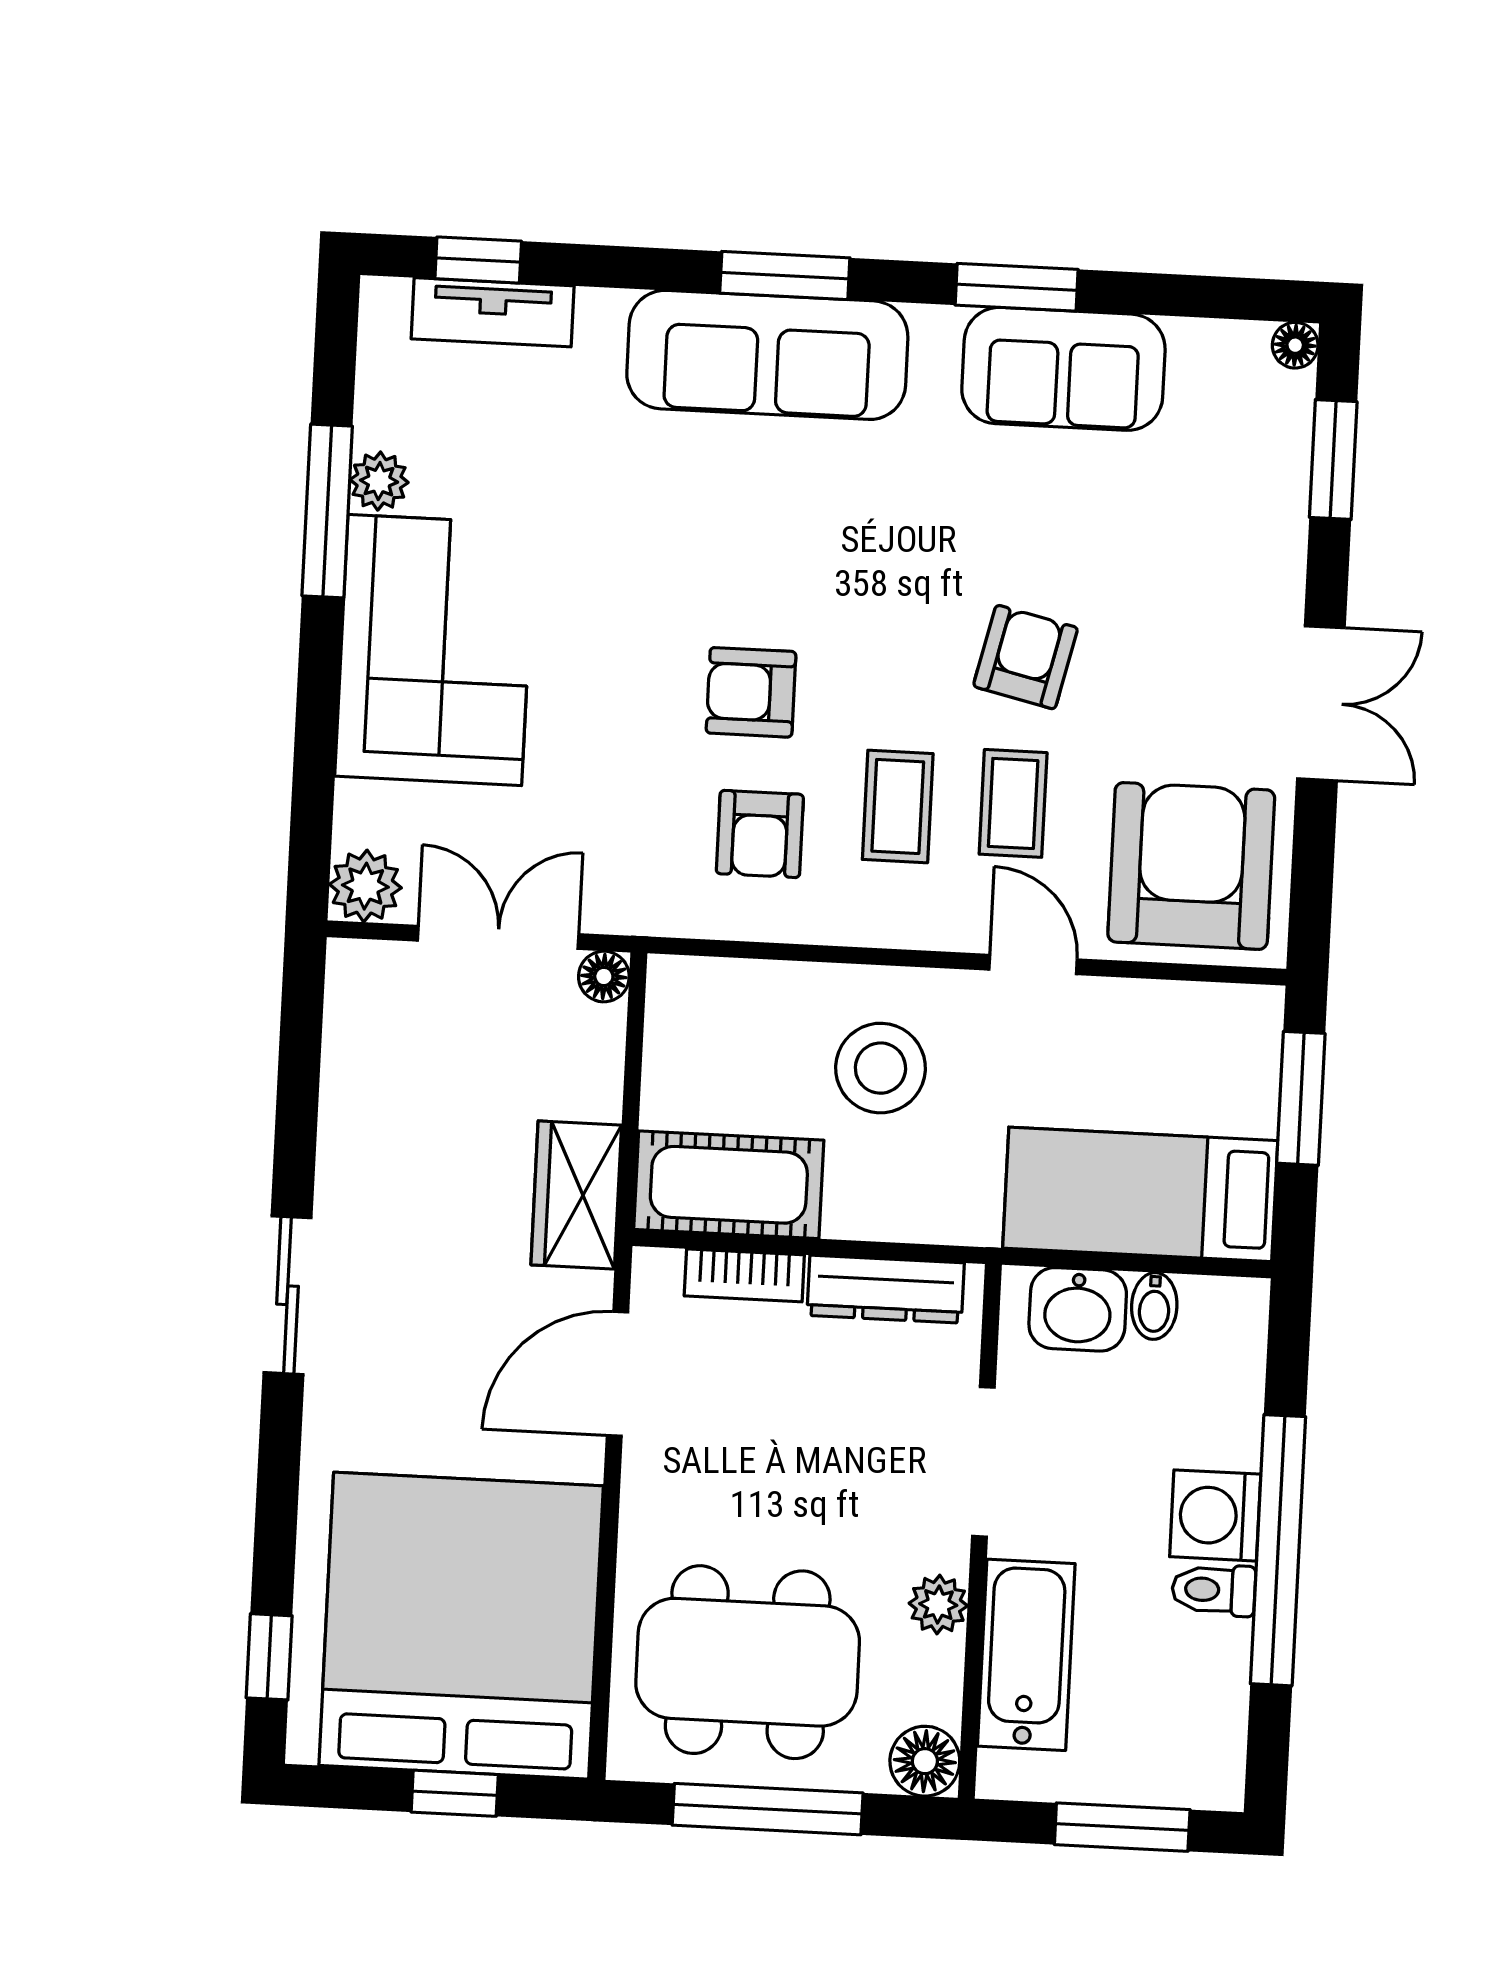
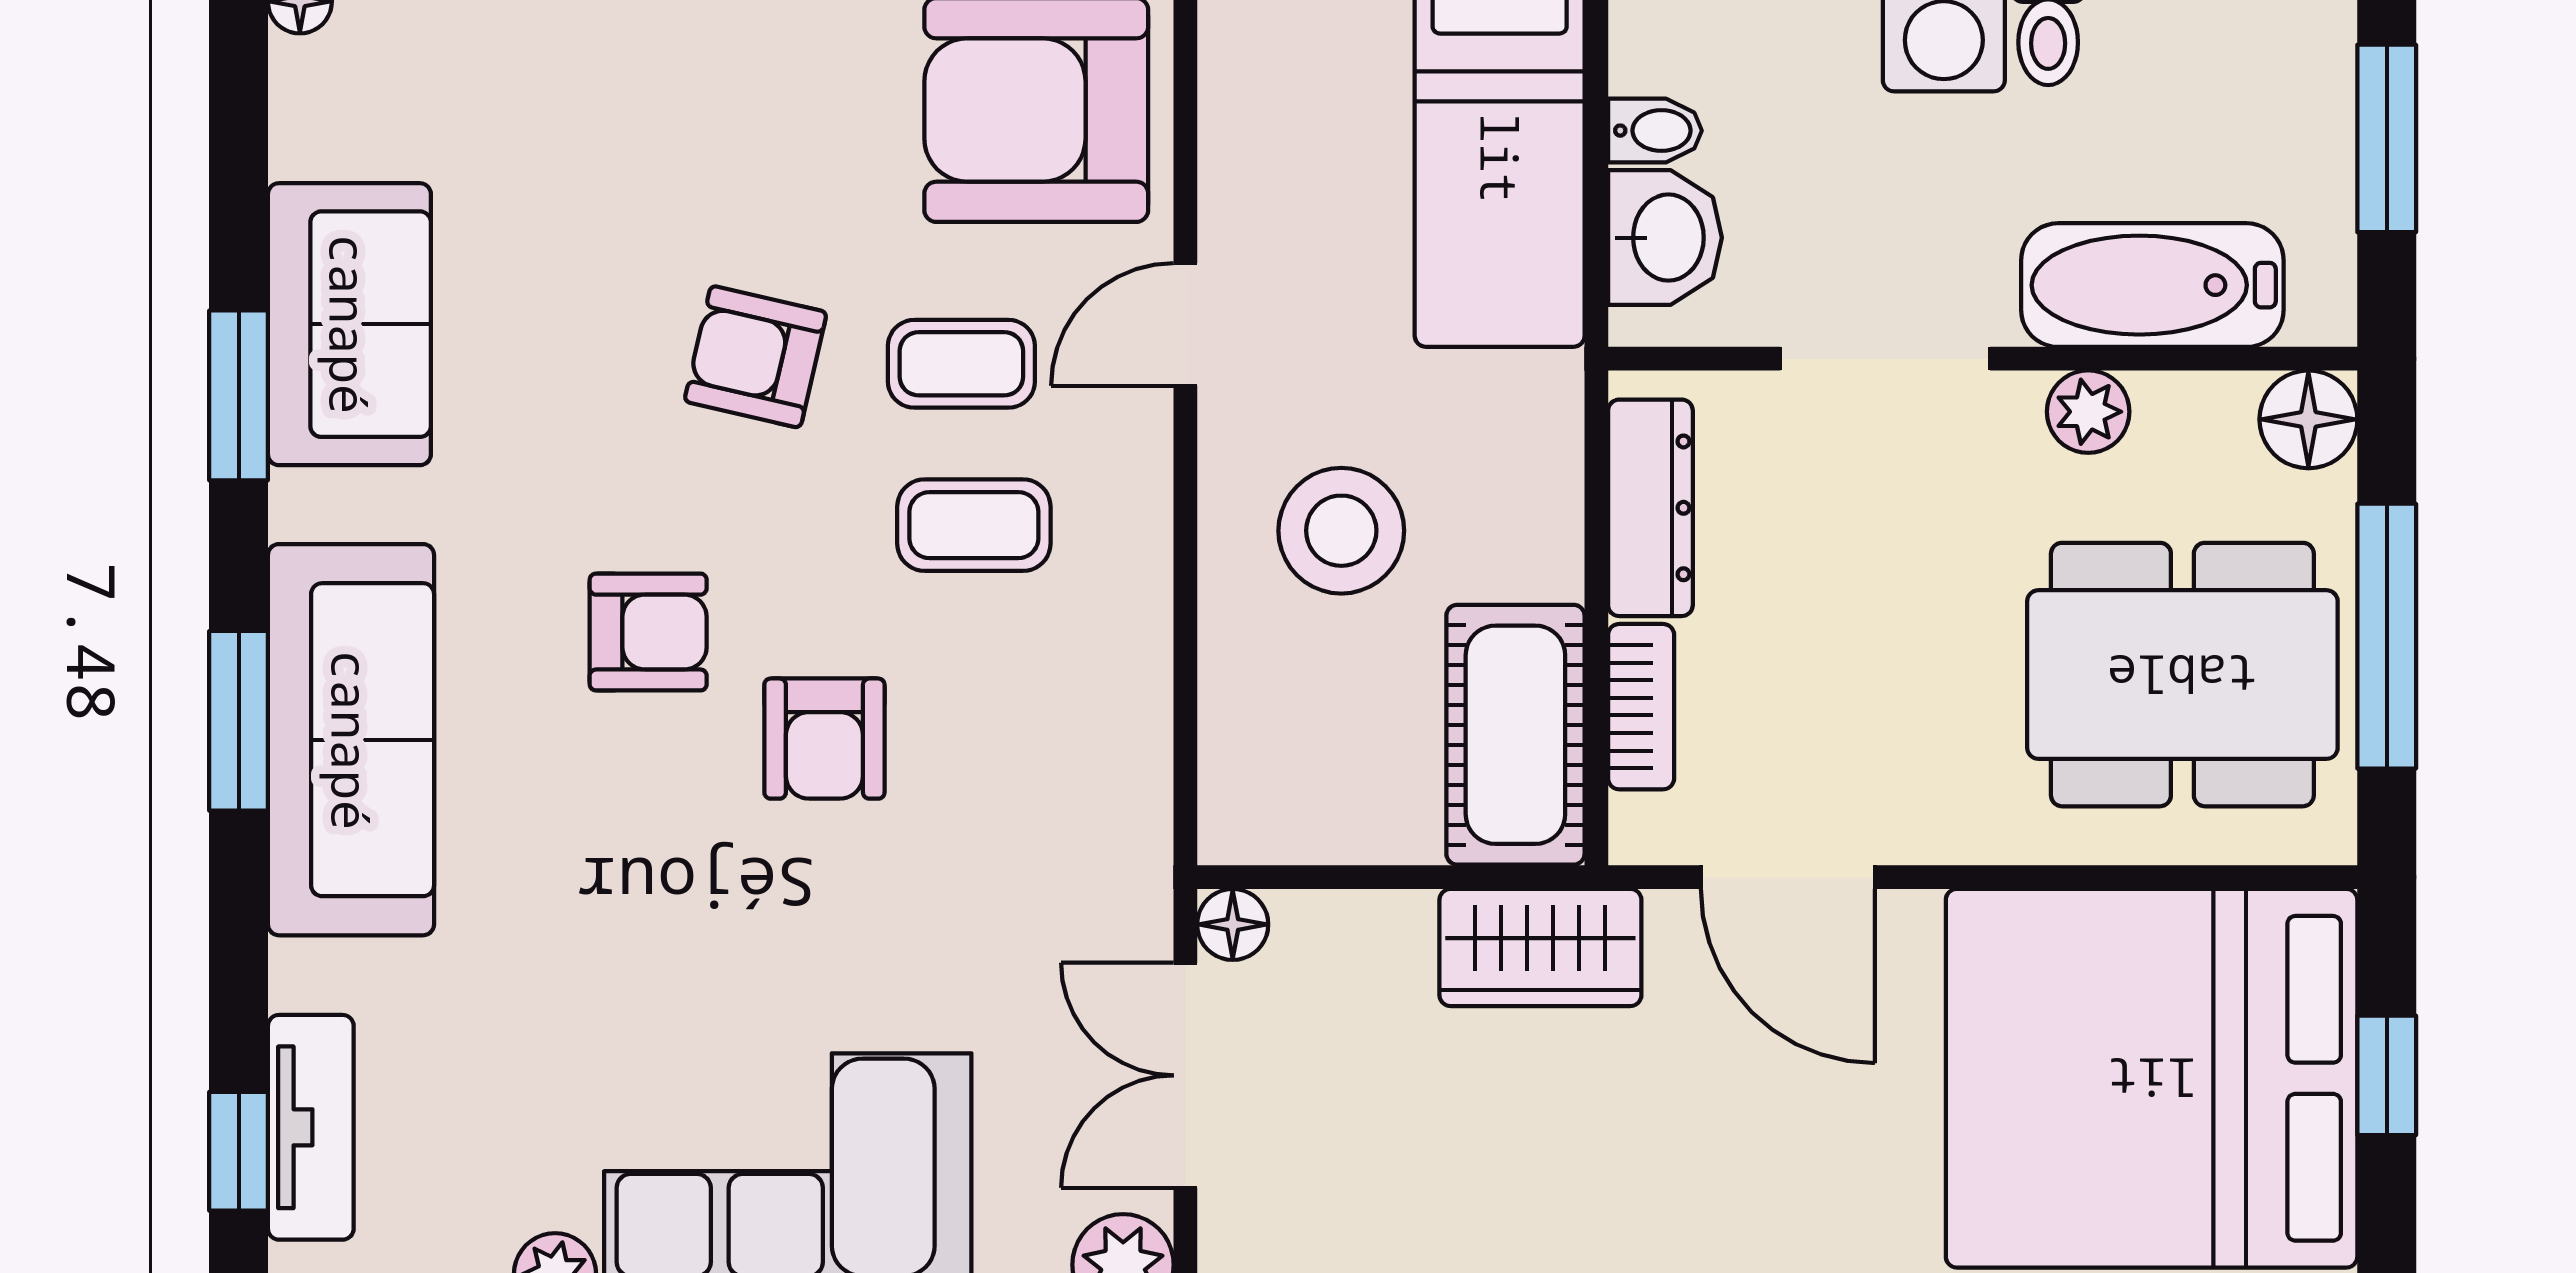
armchair: (760, 834) -> (648, 632), moved
dining table: (748, 1662) -> (2182, 675), turned 90

